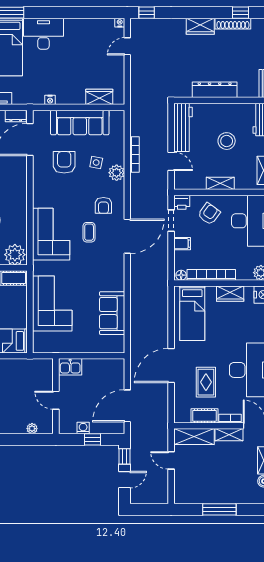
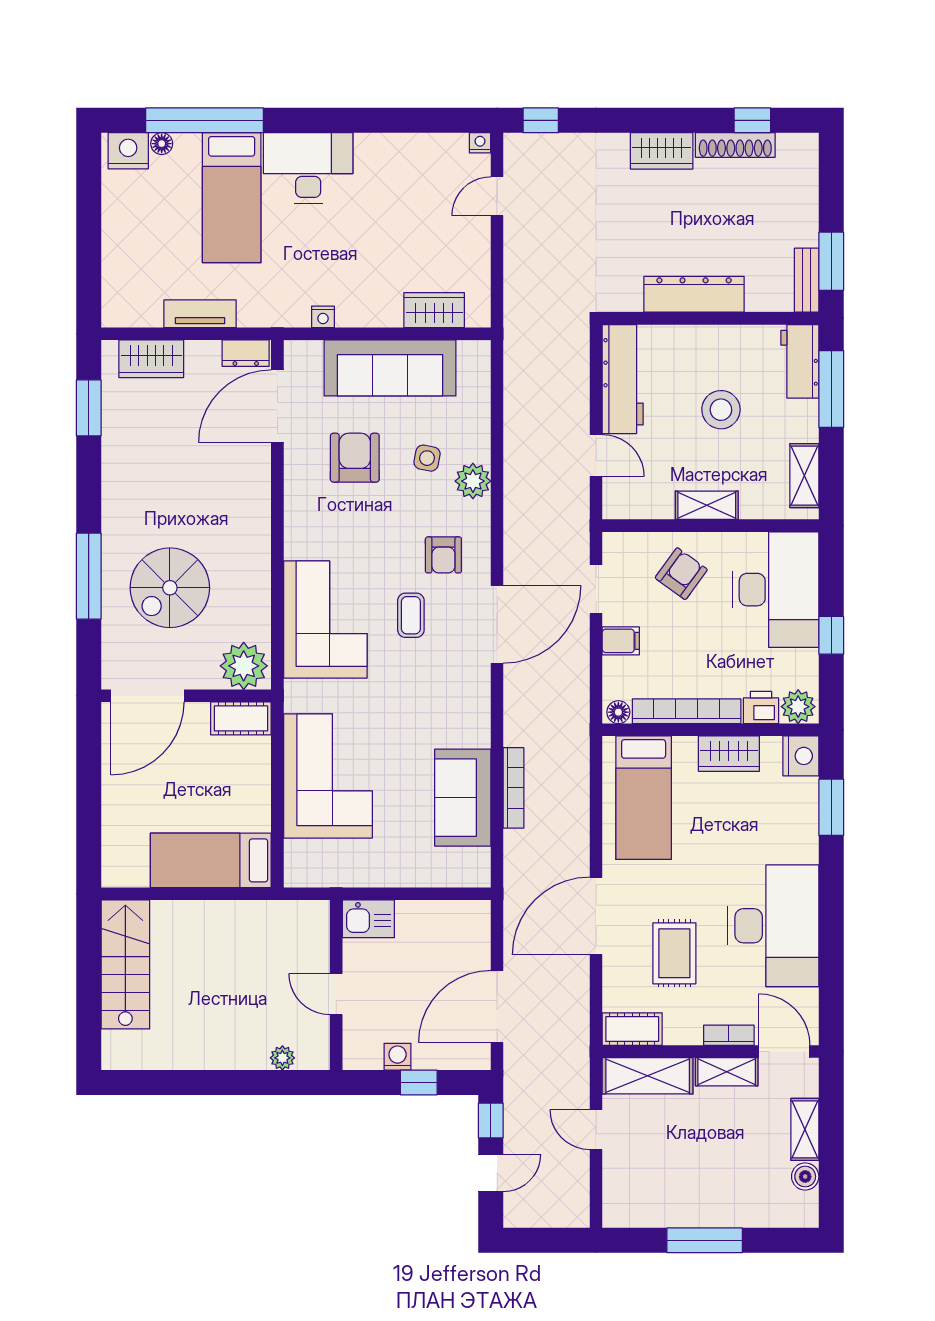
bookcase: (135, 154) -> (514, 788), moved
printer: (182, 202) -> (761, 708), moved, turned 180
cot: (204, 416) -> (632, 1029), moved

